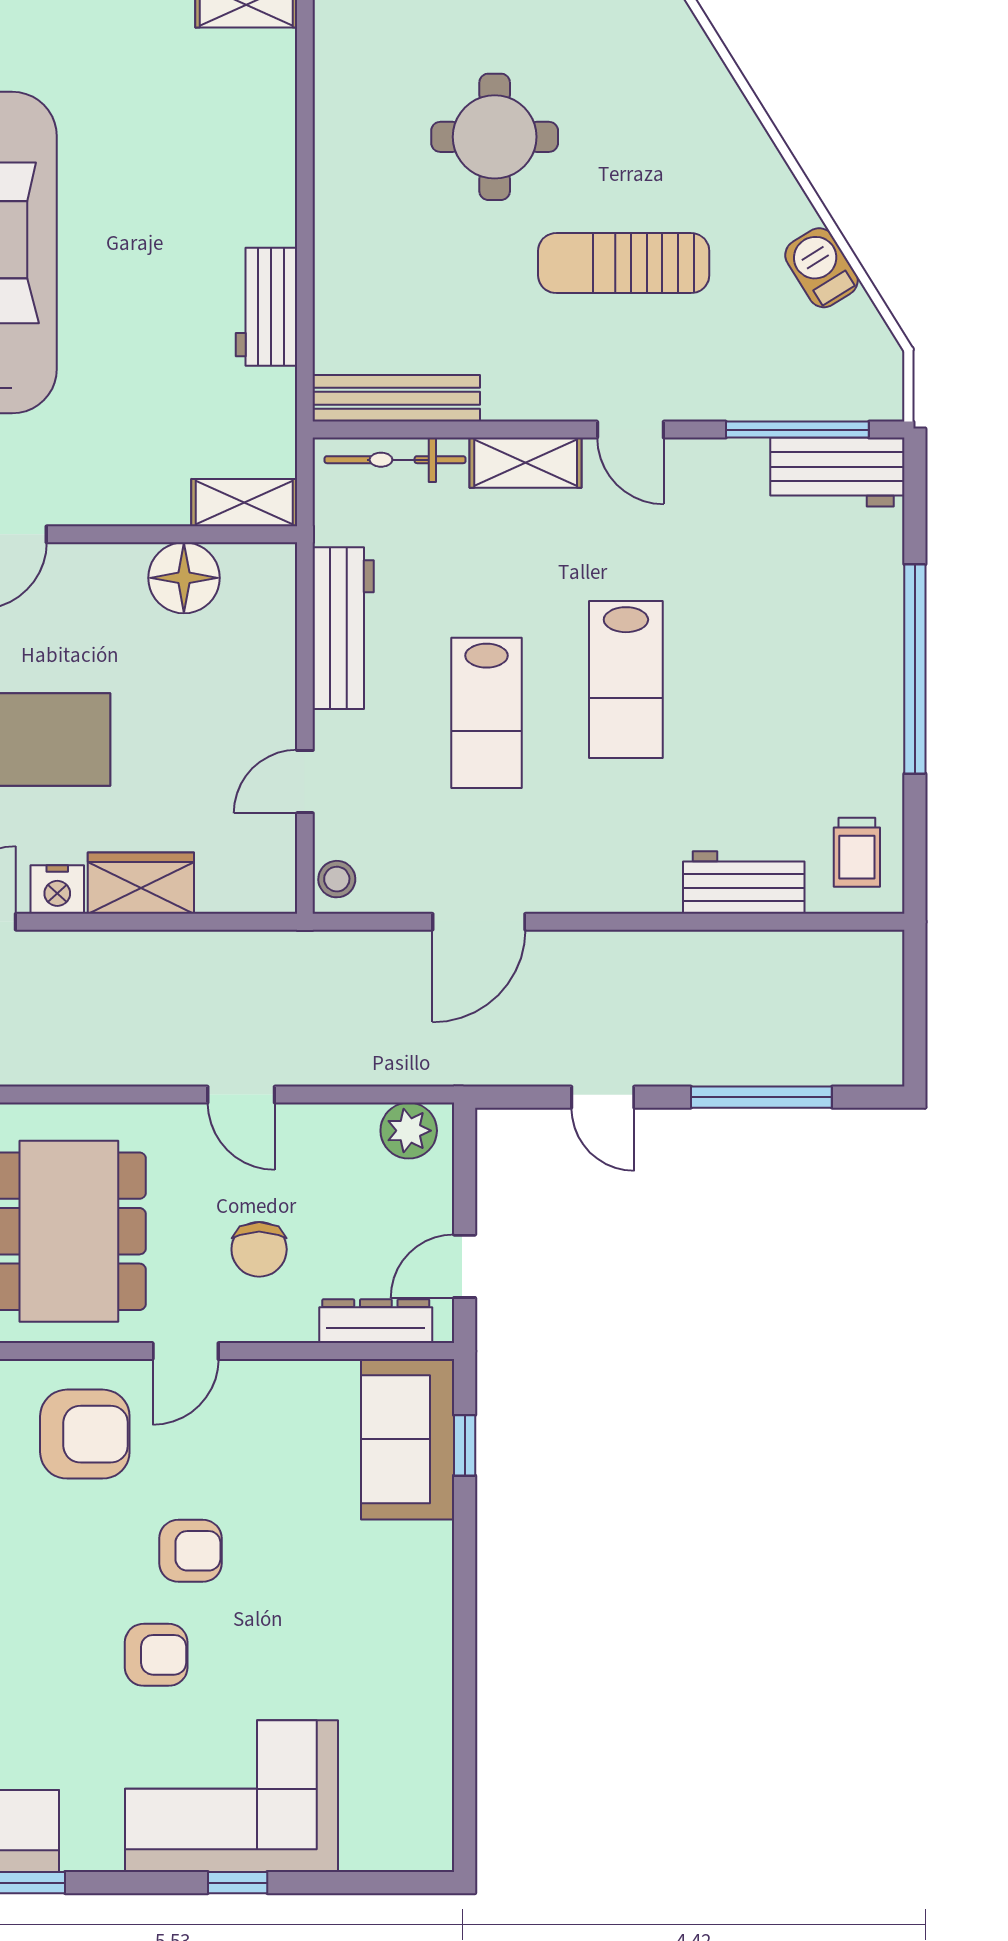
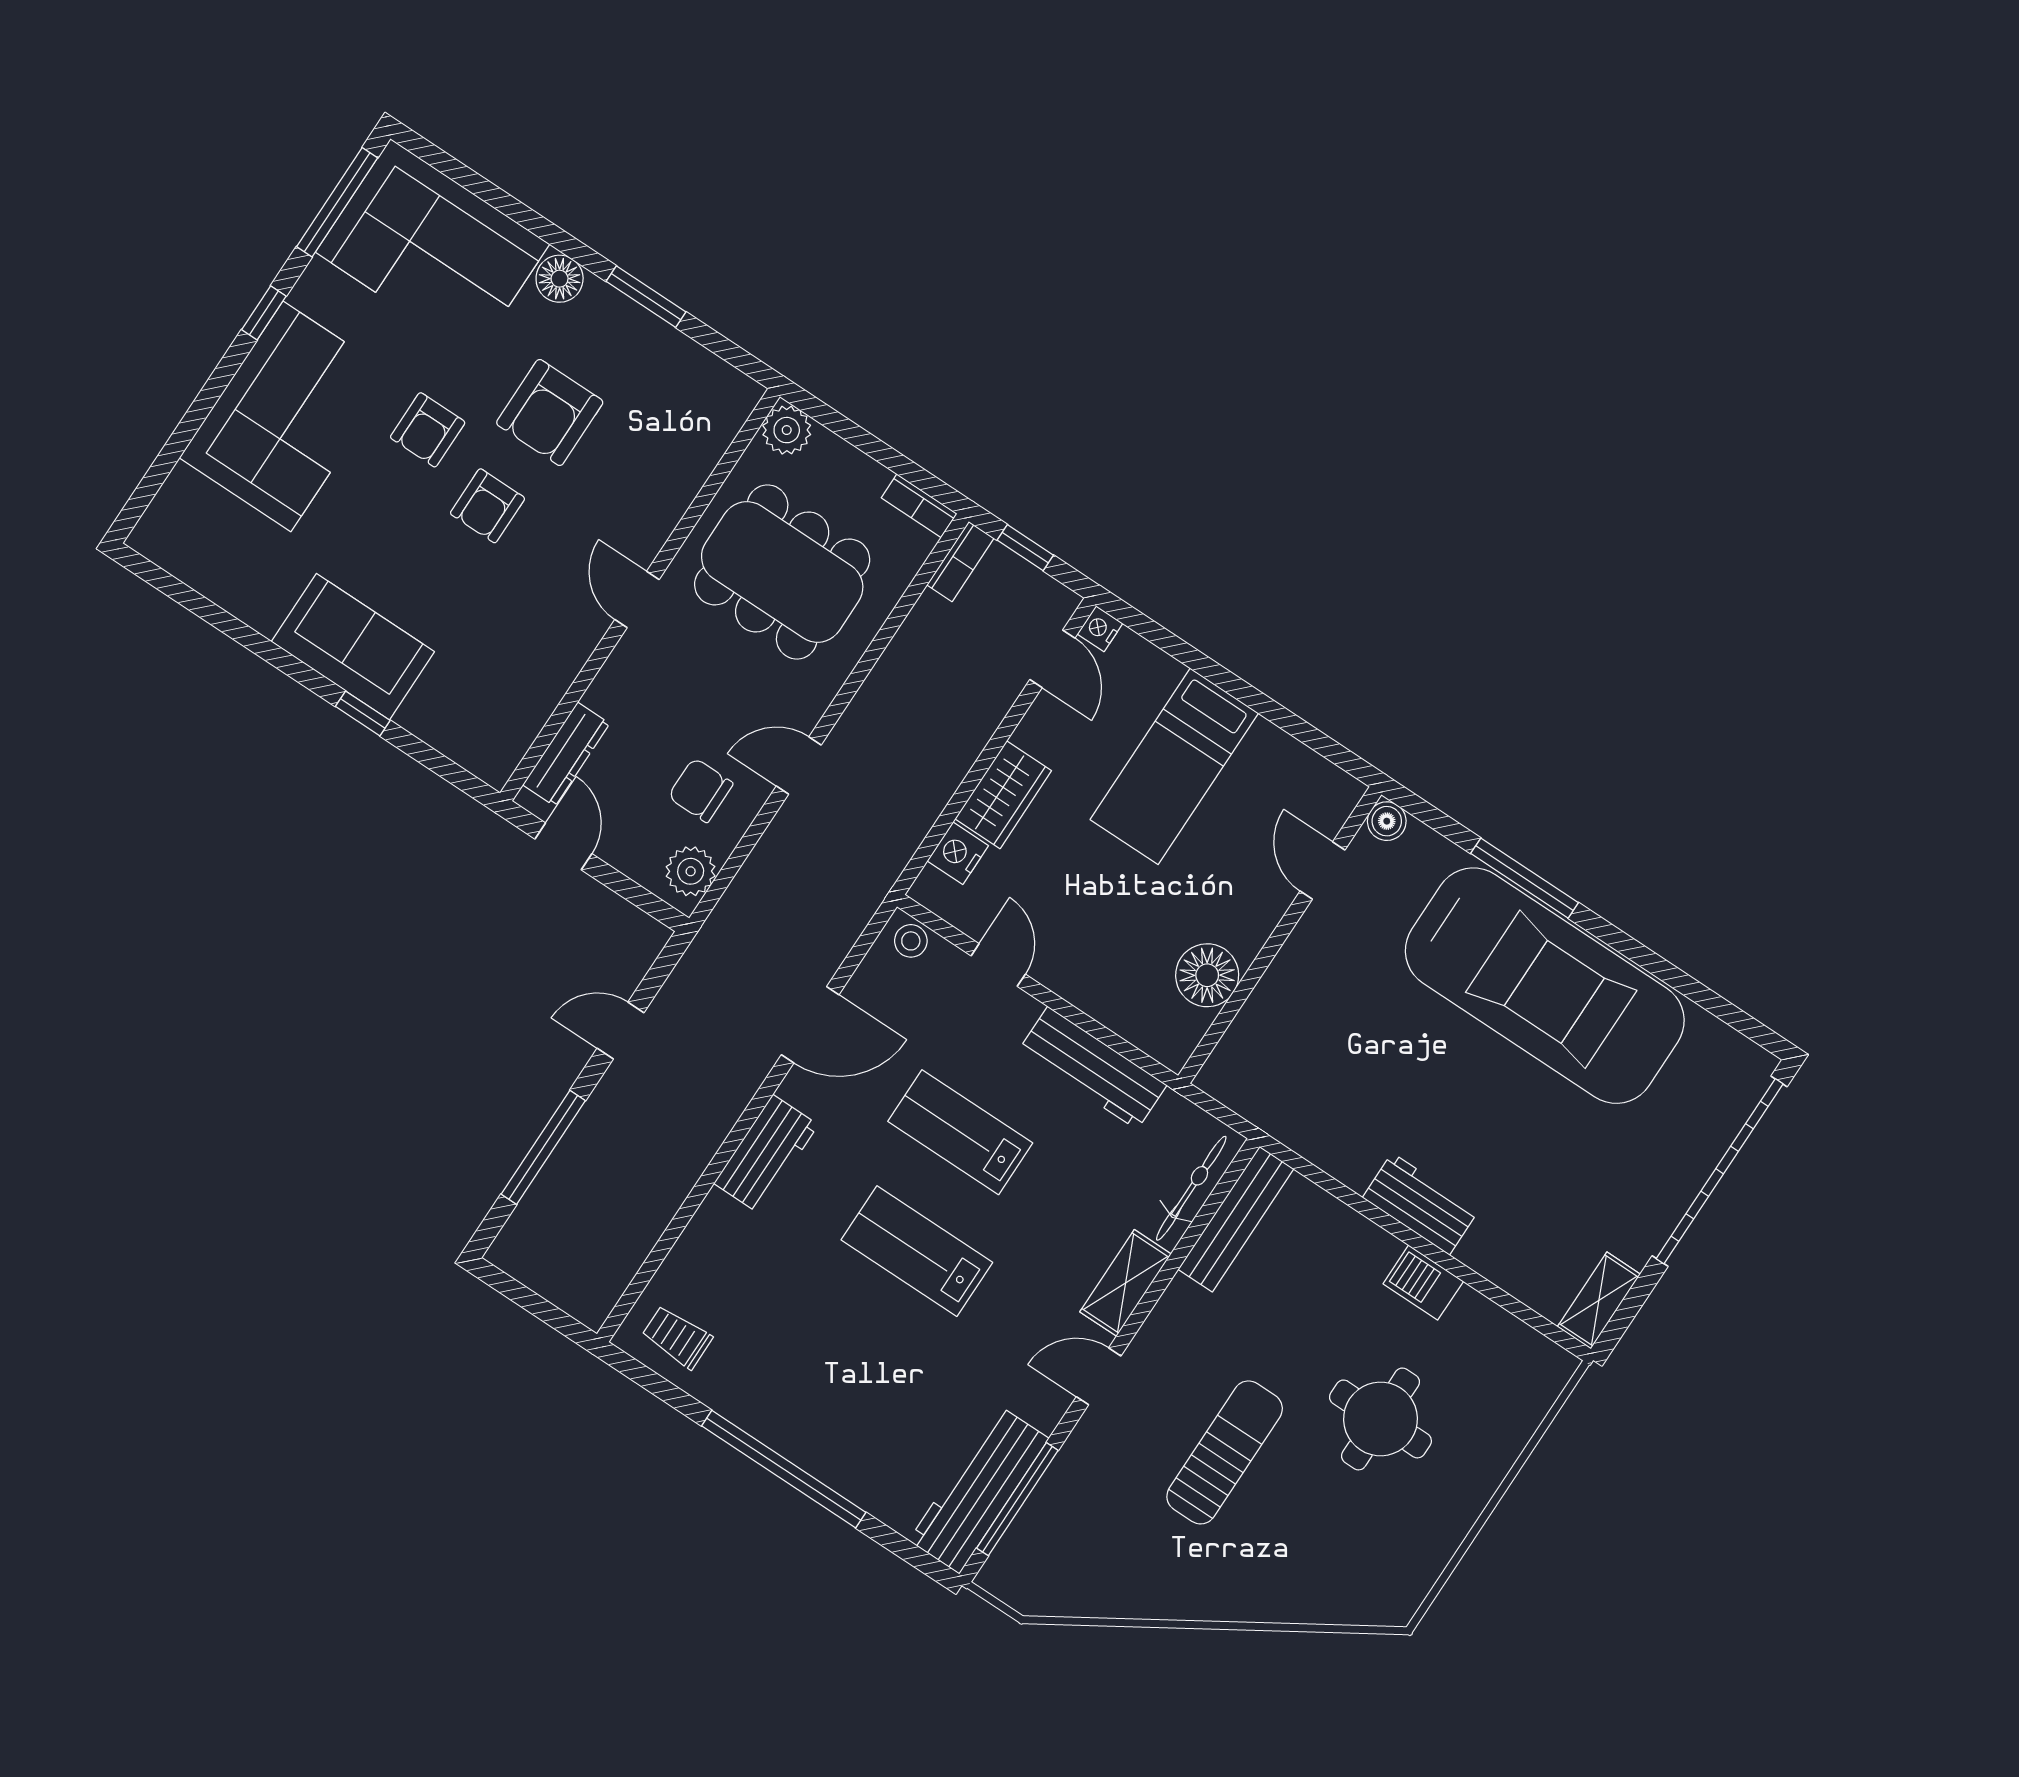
barbecue: (821, 268) -> (1423, 1283), moved, turned -148
workbench: (266, 307) -> (1421, 1204), moved
workbench: (837, 472) -> (979, 1489), width x1.38
shelving: (244, 503) -> (1233, 1056), removed
workbench: (744, 883) -> (766, 1154), moved
nightstand: (57, 889) -> (958, 853), moved
door: (479, 922) -> (810, 1025), swing flipped
chair: (259, 1249) -> (700, 790), moved
armchair: (85, 1434) -> (550, 413), moved
sofa: (408, 1439) -> (353, 647), moved
window: (465, 1445) -> (363, 713), moved
window: (238, 1883) -> (264, 313), moved

